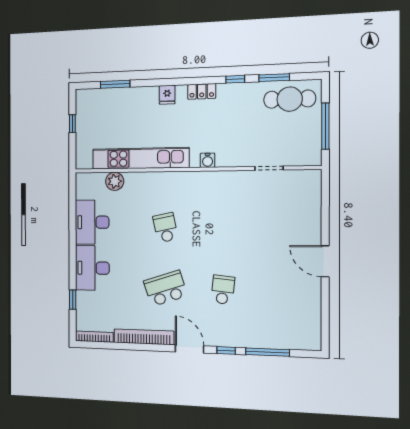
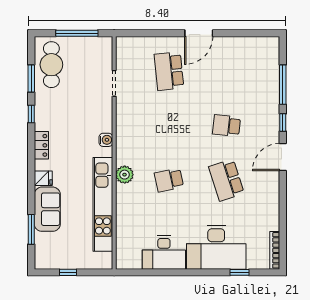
sofa: (135, 100) -> (47, 209), added
plant: (115, 181) -> (125, 175), moved
school desk: (282, 228) -> (169, 71), added
desk: (92, 268) -> (216, 247), width x1.36, depth x1.30
bookcase: (144, 337) -> (273, 201), removed

